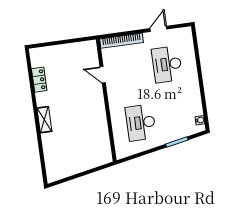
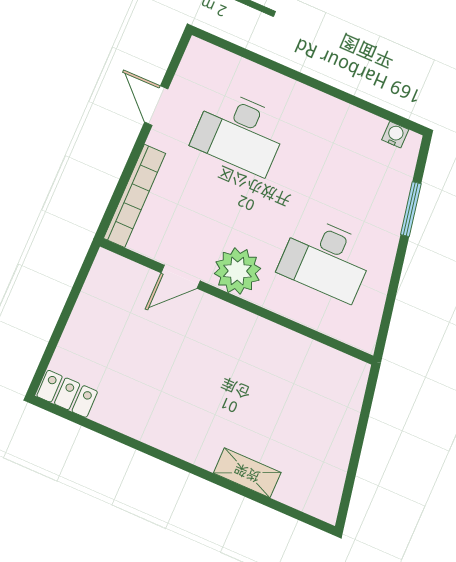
locker: (39, 80) -> (67, 394), moved
plant: (117, 94) -> (237, 271), added
shelving: (44, 120) -> (247, 473), moved

